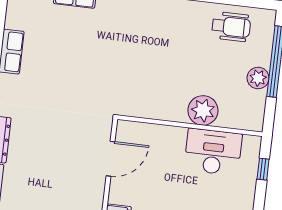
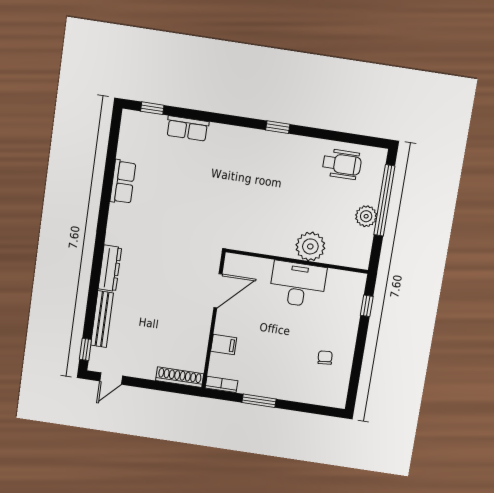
desk: (213, 152) -> (298, 284), moved

